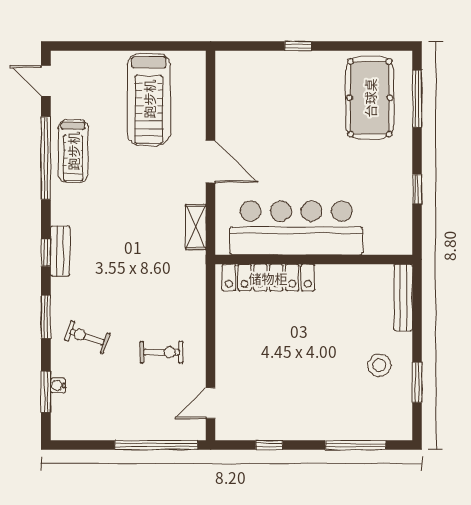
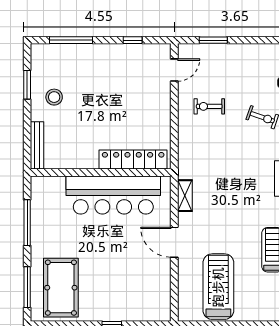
window: (417, 189) -> (27, 223), width x2.17
window: (156, 445) -> (213, 40), width x0.47

